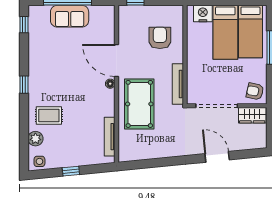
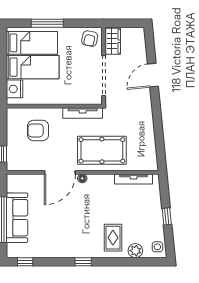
sofa: (70, 16) -> (17, 218), width x1.36

